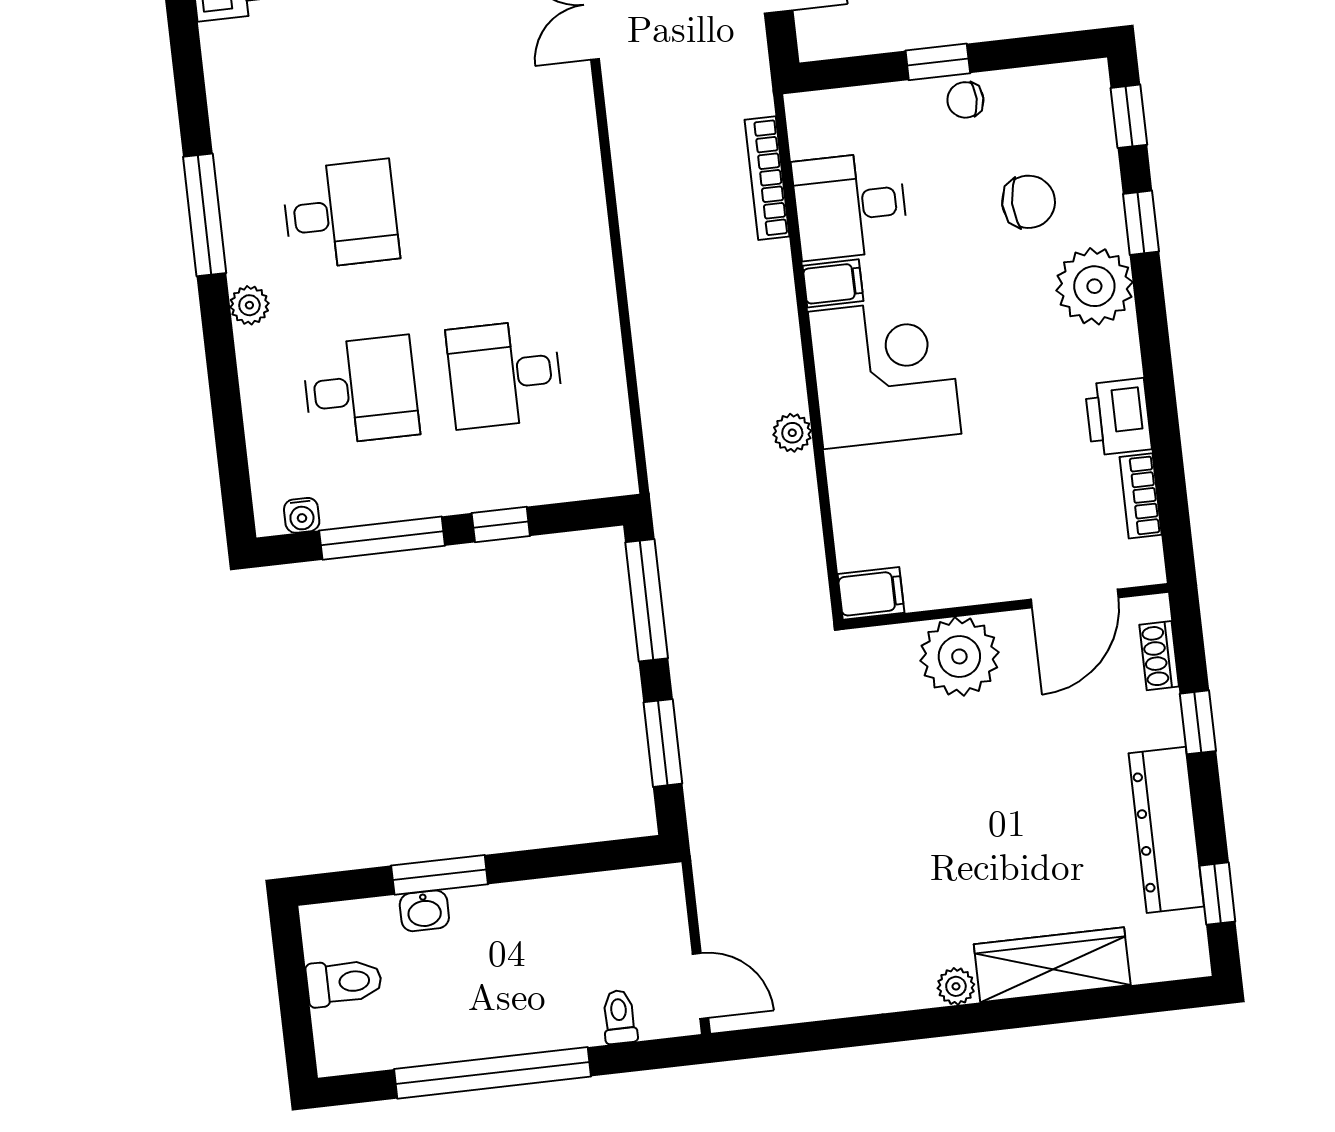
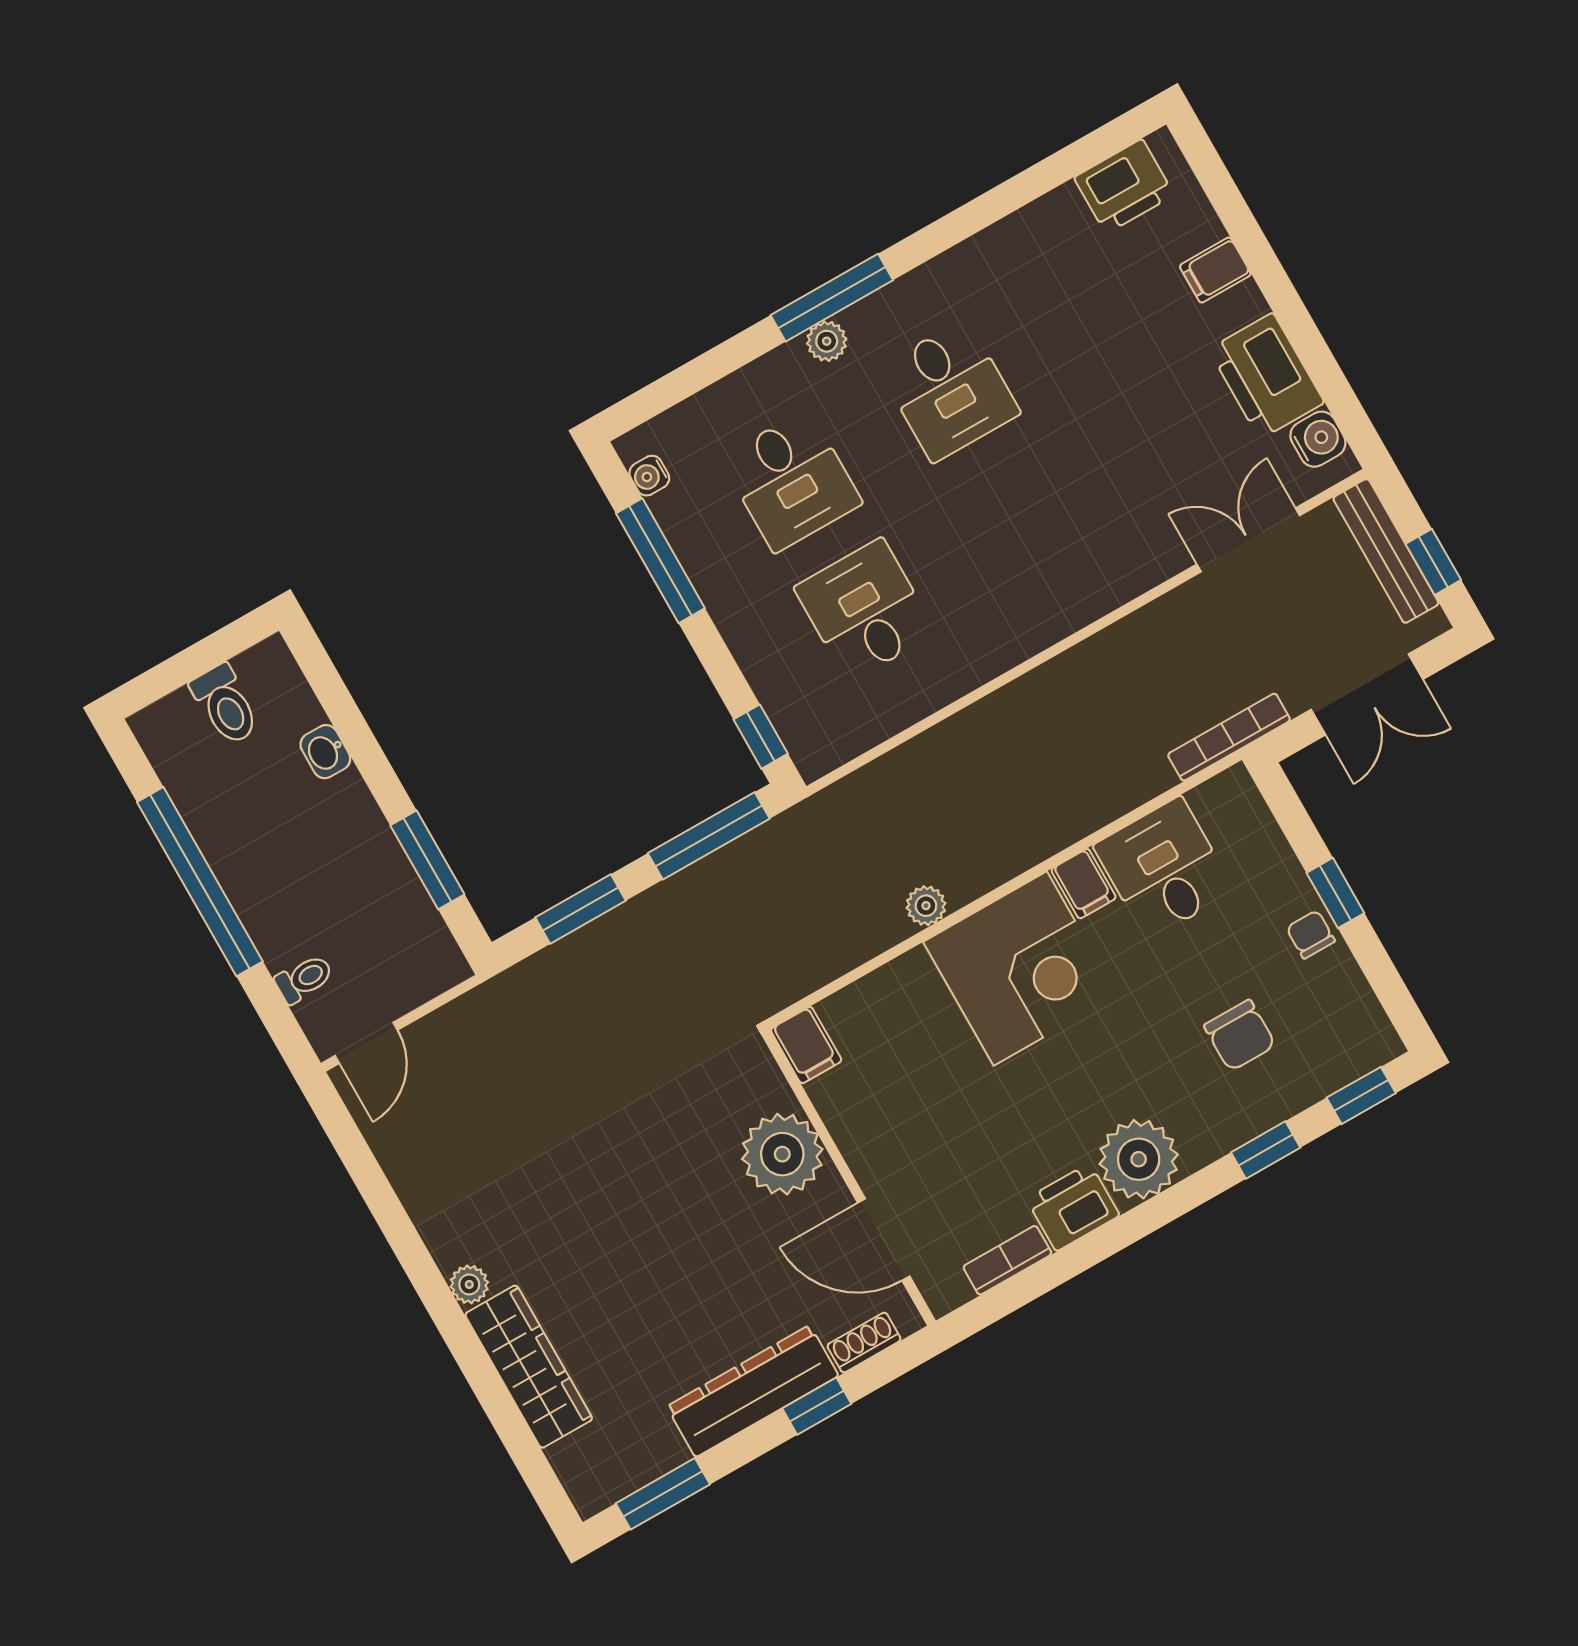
bookcase: (767, 178) -> (1229, 737), moved
window: (205, 215) -> (832, 298), moved
plant: (1094, 286) -> (1139, 1159), moved
window: (501, 525) -> (761, 737), moved
dresser: (1166, 830) -> (753, 1391), moved
window: (440, 875) -> (427, 860), moved
window: (1217, 894) -> (663, 1494), width x1.50

